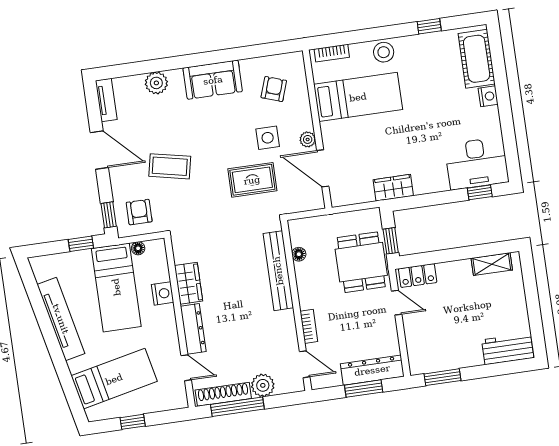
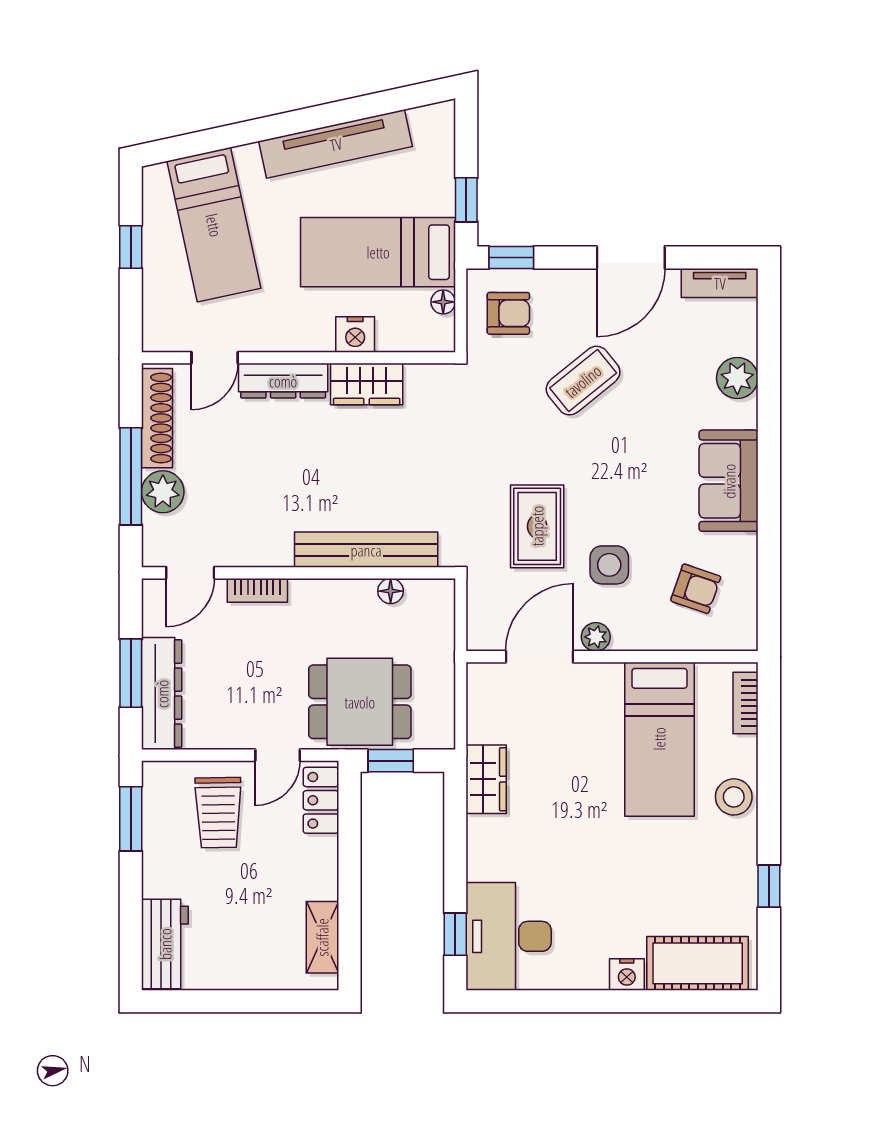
coffee table: (170, 166) -> (583, 381), turned 39
trolley: (432, 330) -> (218, 813), added
window: (237, 407) -> (131, 476), moved

